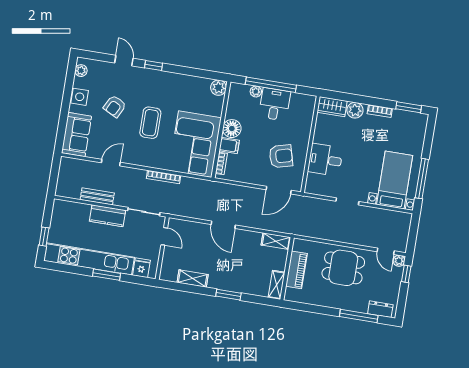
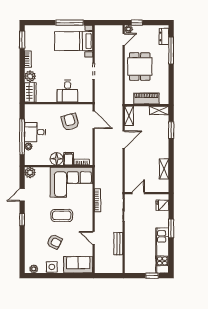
door: (124, 61) -> (22, 195), moved
kitchen counter: (108, 216) -> (130, 234), removed
door: (223, 225) -> (124, 140), moved
kitchen unit: (89, 259) -> (162, 250), width x0.73
window: (228, 295) -> (171, 130), moved

